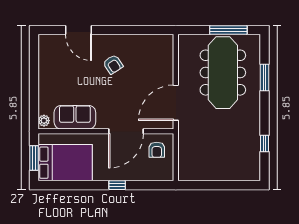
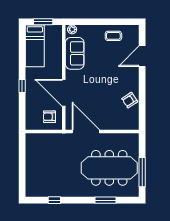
armchair: (113, 64) -> (130, 100), moved
coffee table: (52, 67) -> (113, 36), added
bed: (65, 163) -> (35, 46), width x0.67

